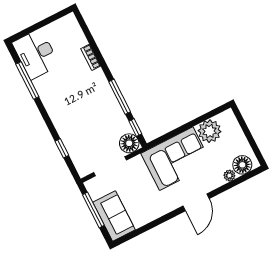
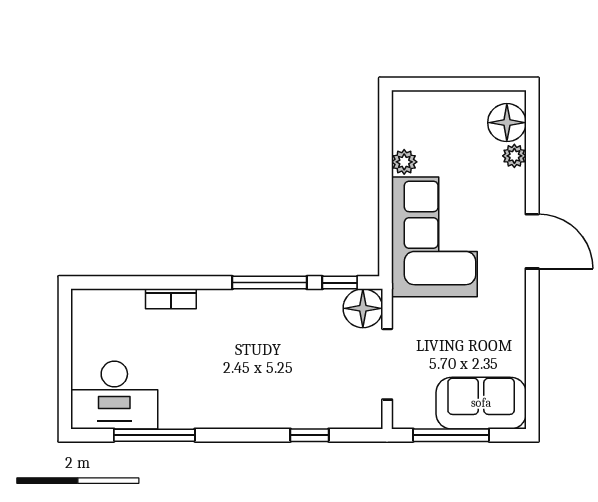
plant: (210, 131) -> (404, 162), width x0.53, depth x0.53

